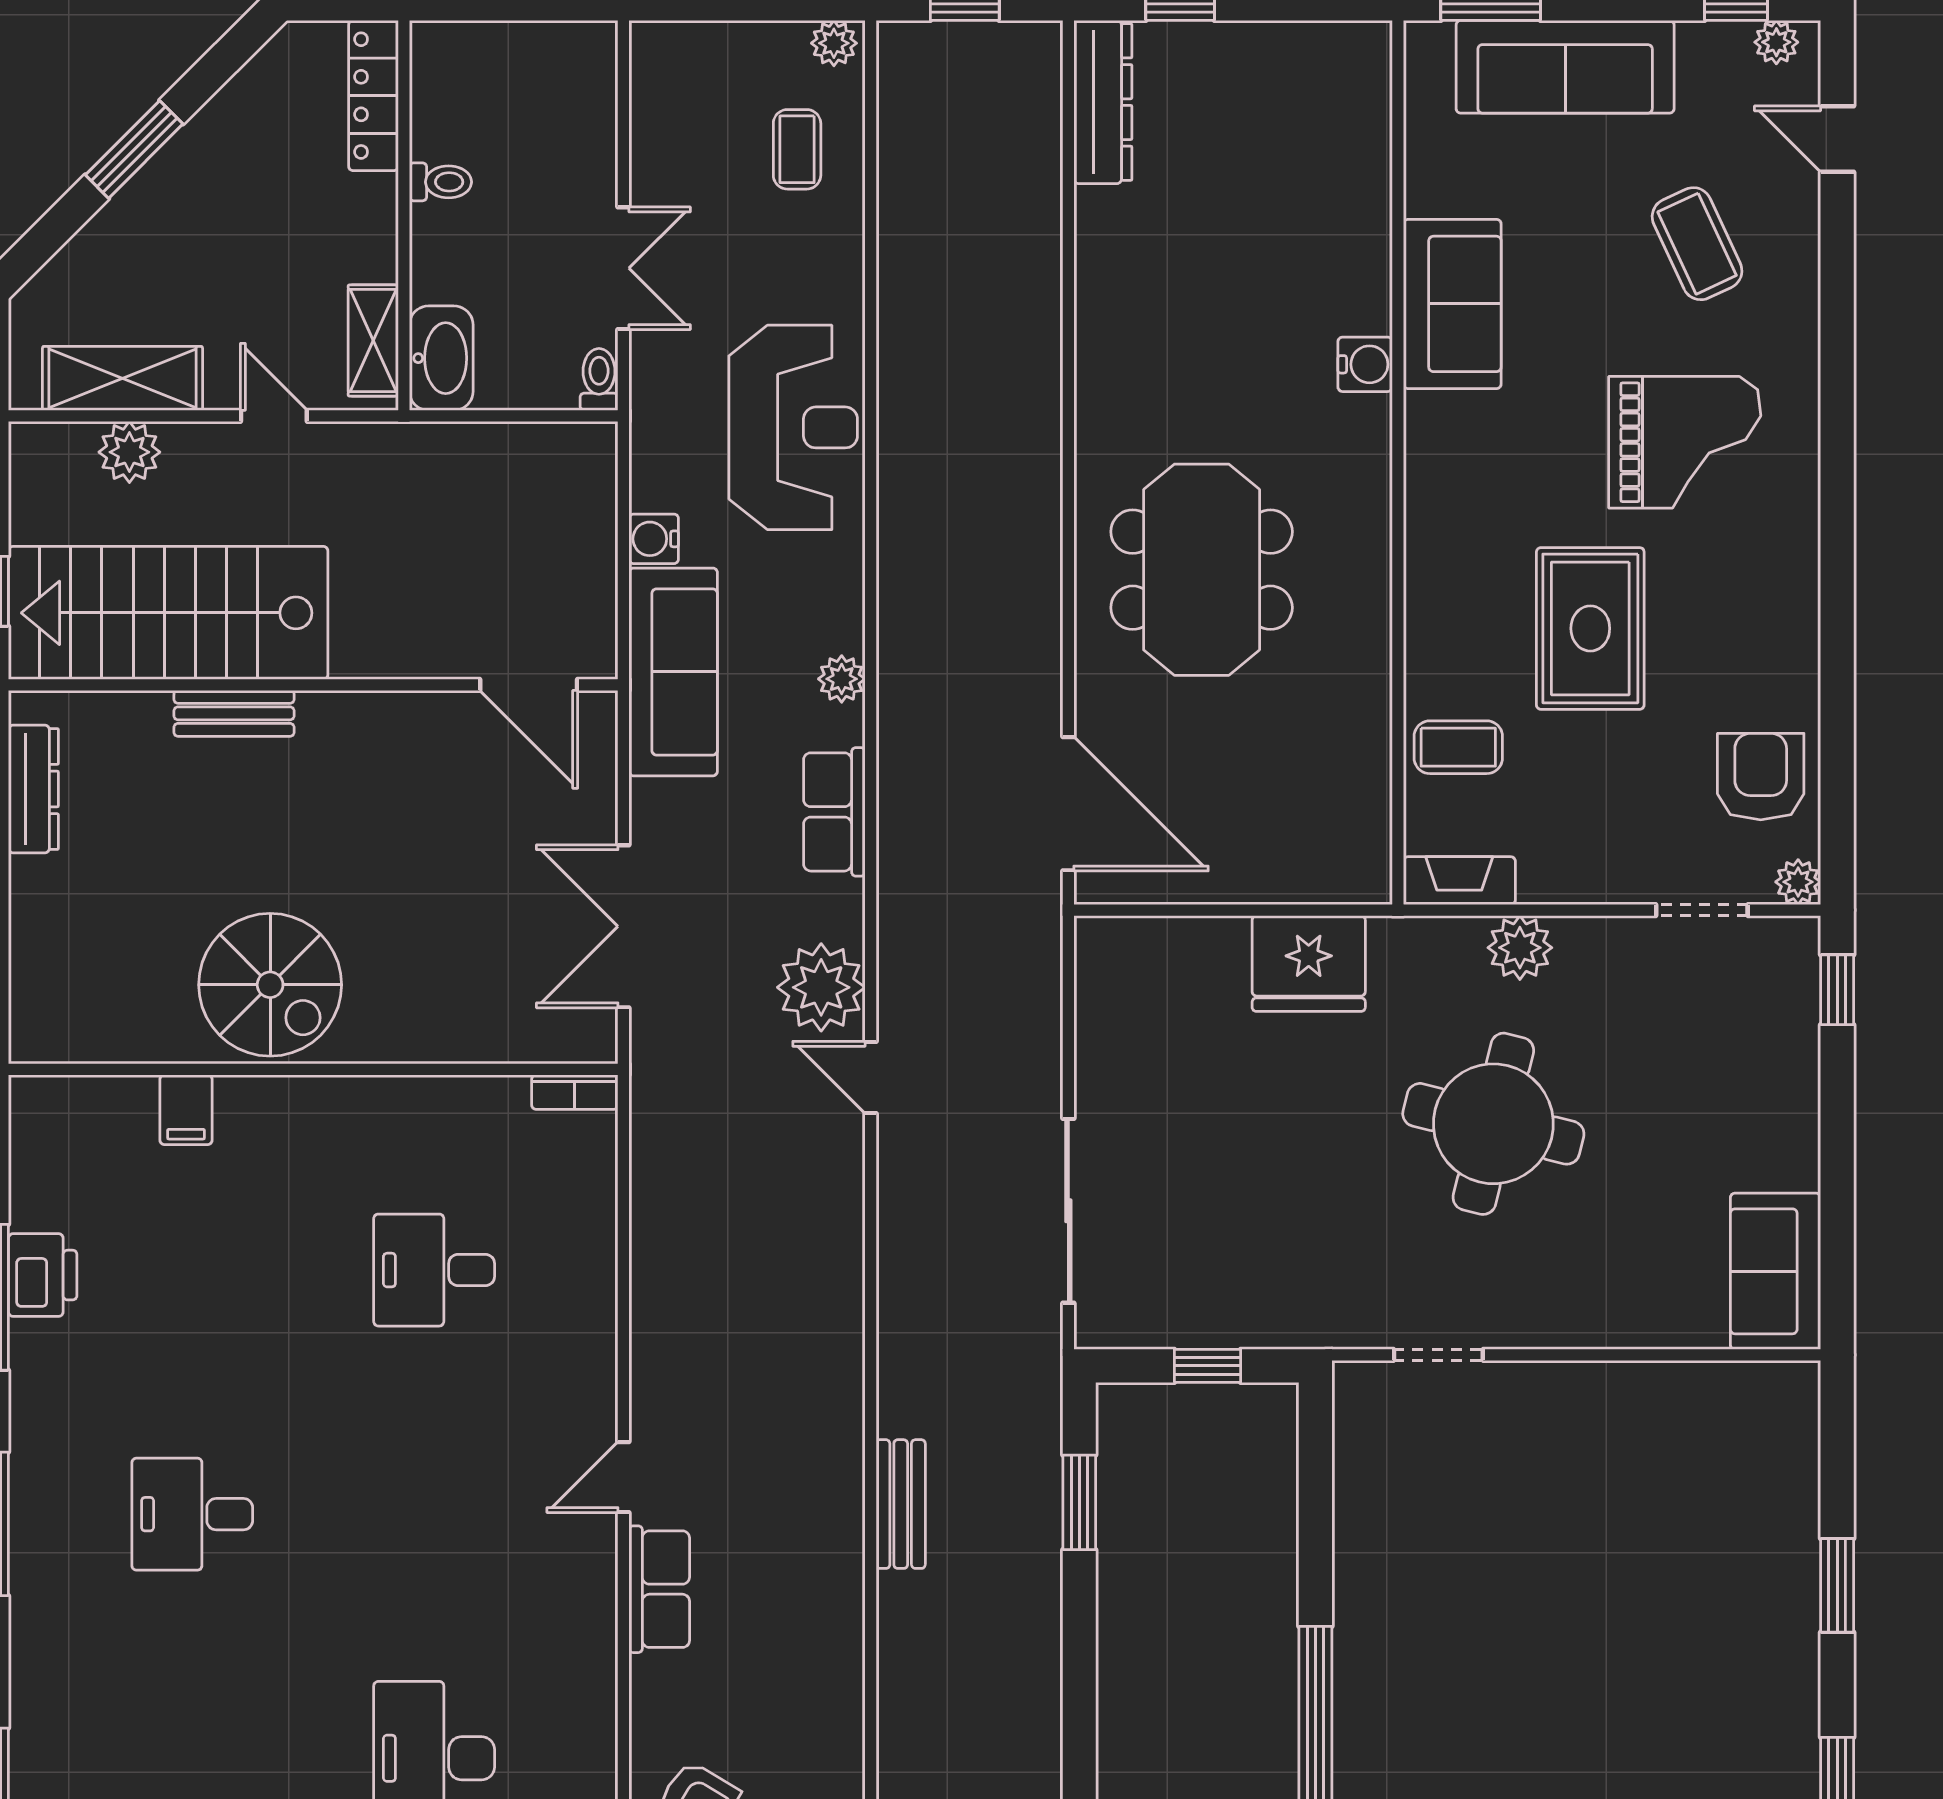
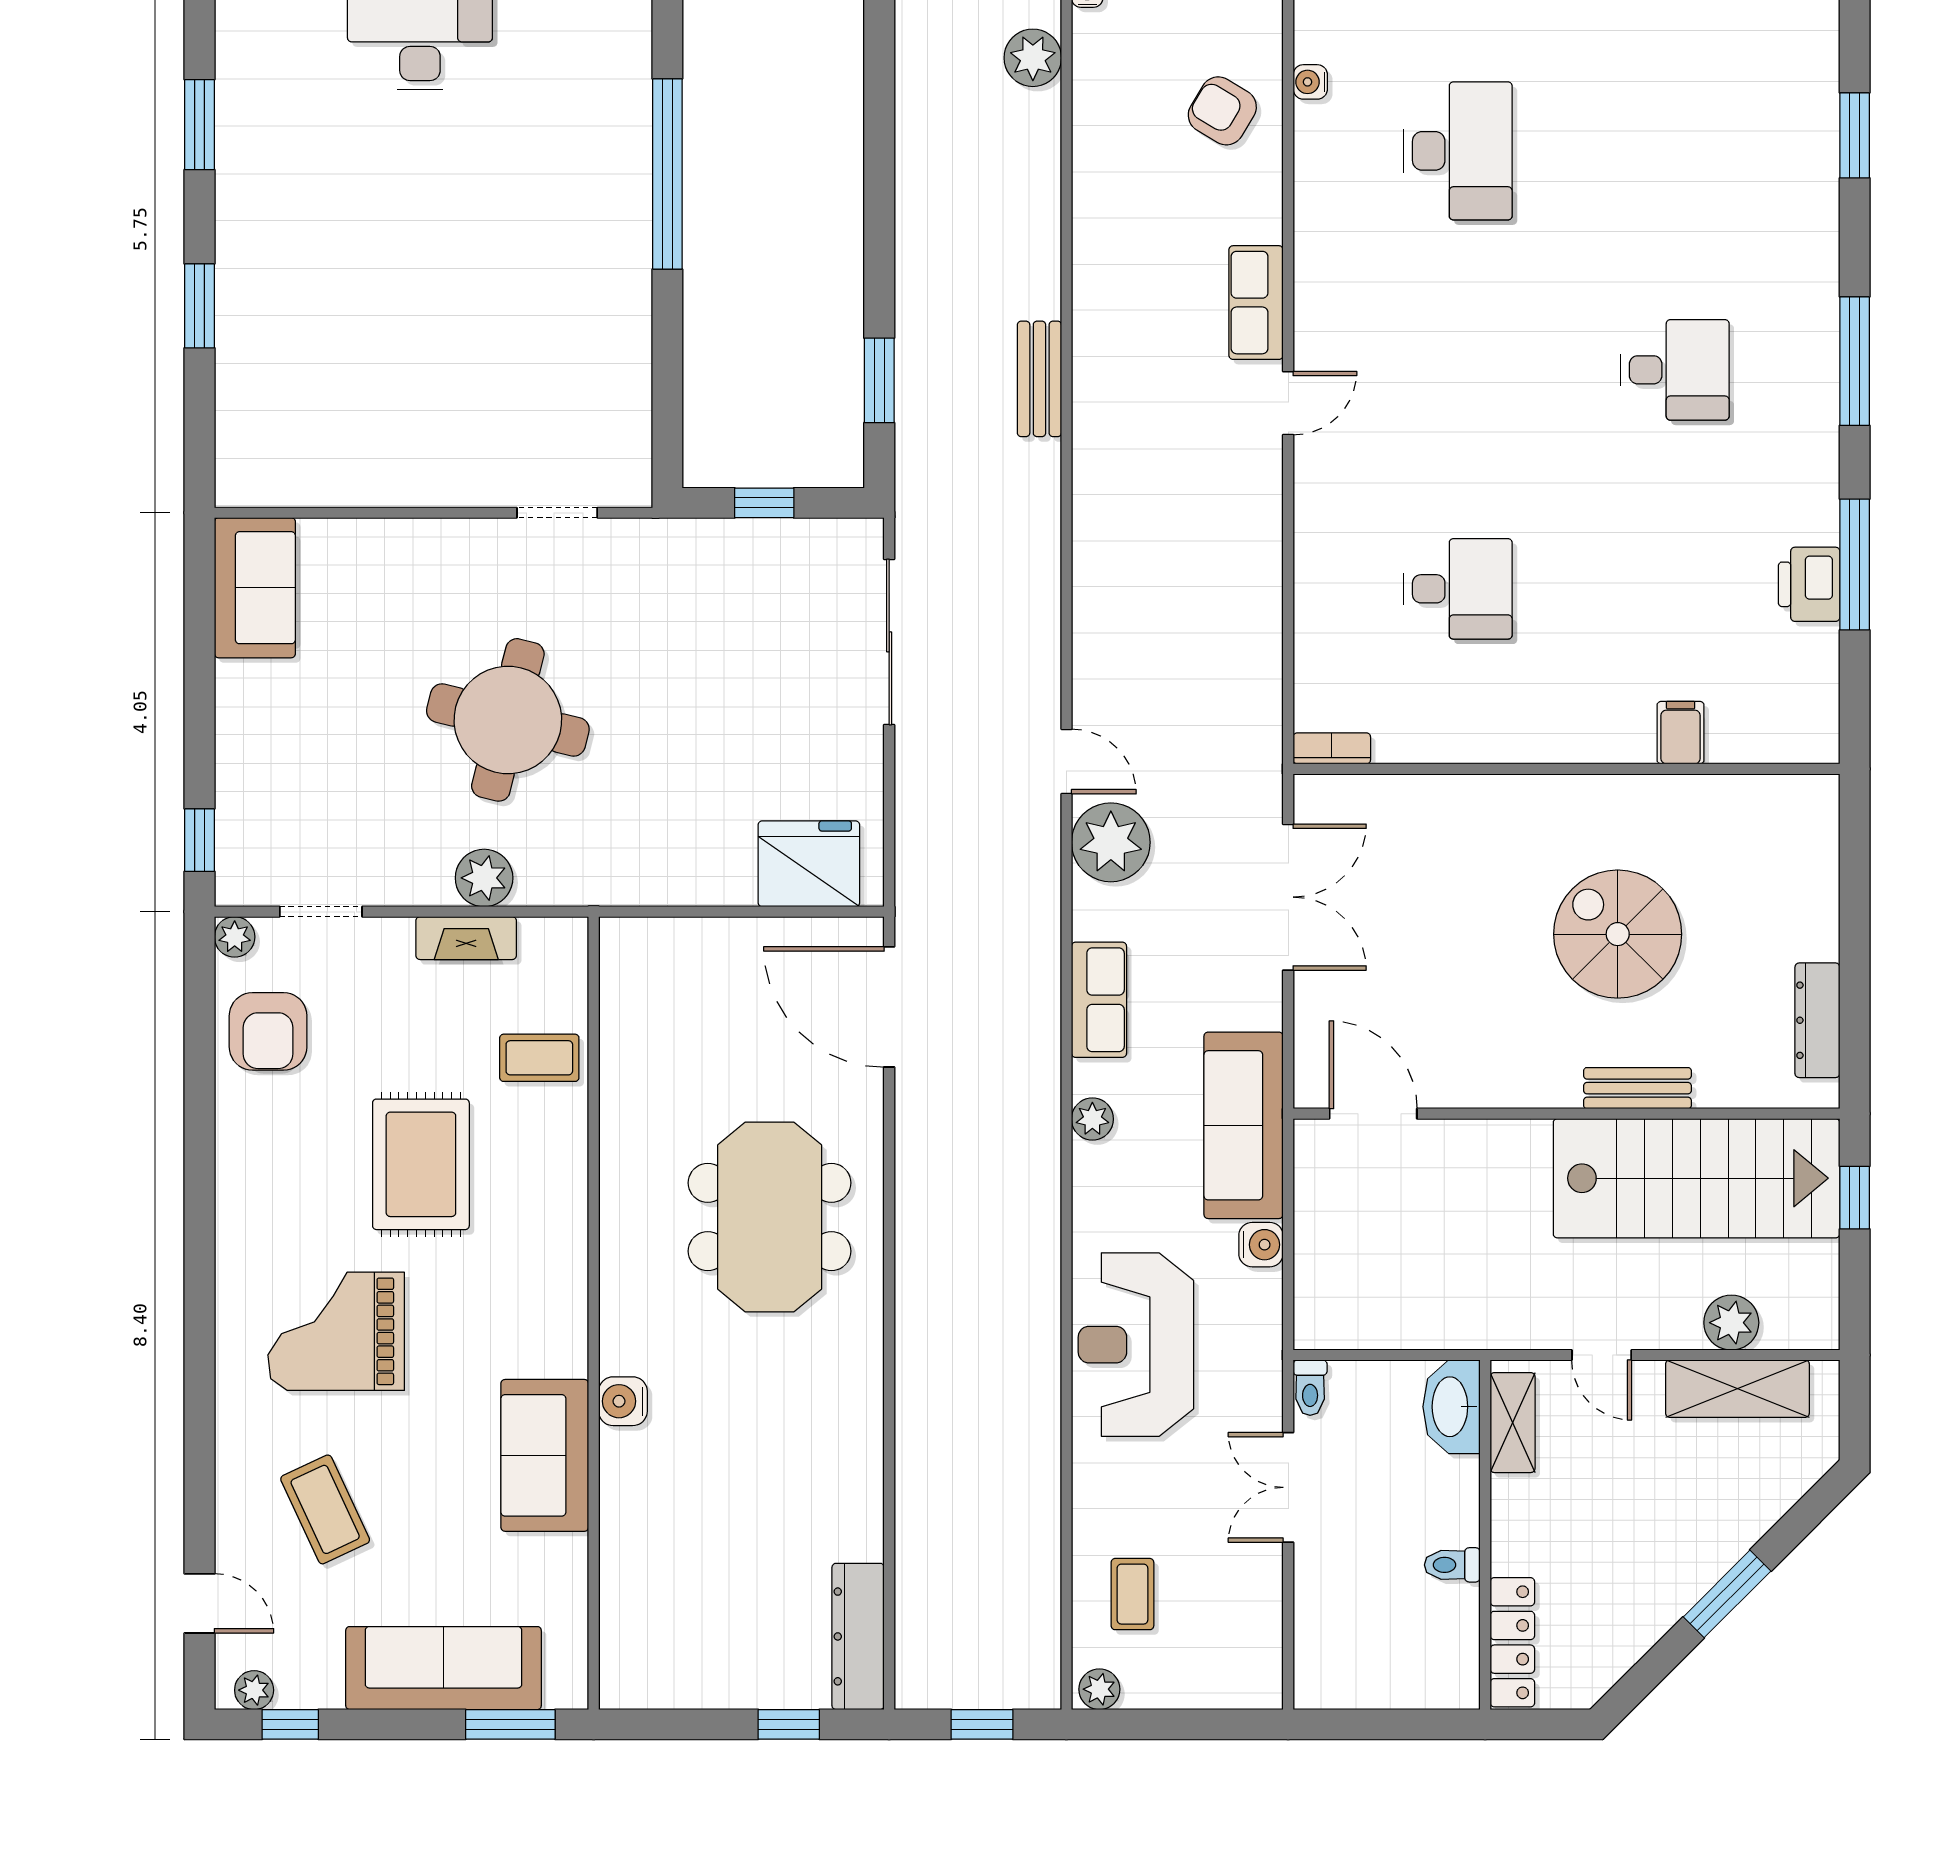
fireplace: (1459, 881) -> (466, 938), moved
fridge: (1309, 963) -> (809, 864), moved
spiral stairs: (270, 985) -> (1618, 934), moved

